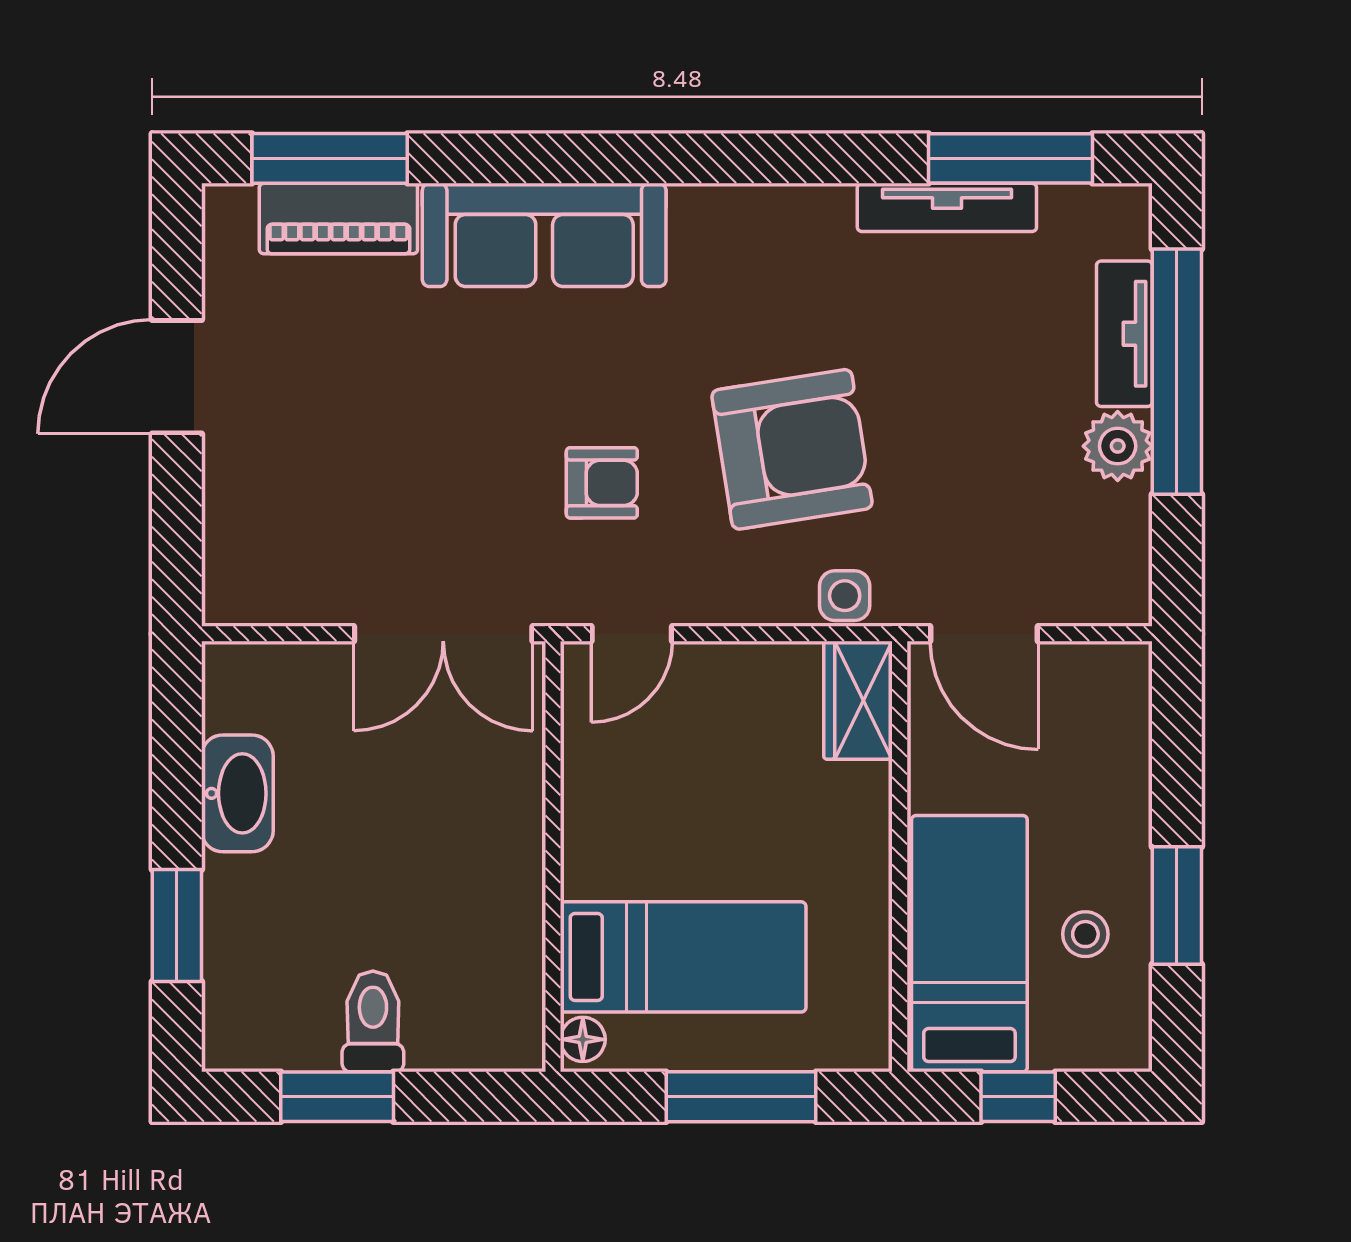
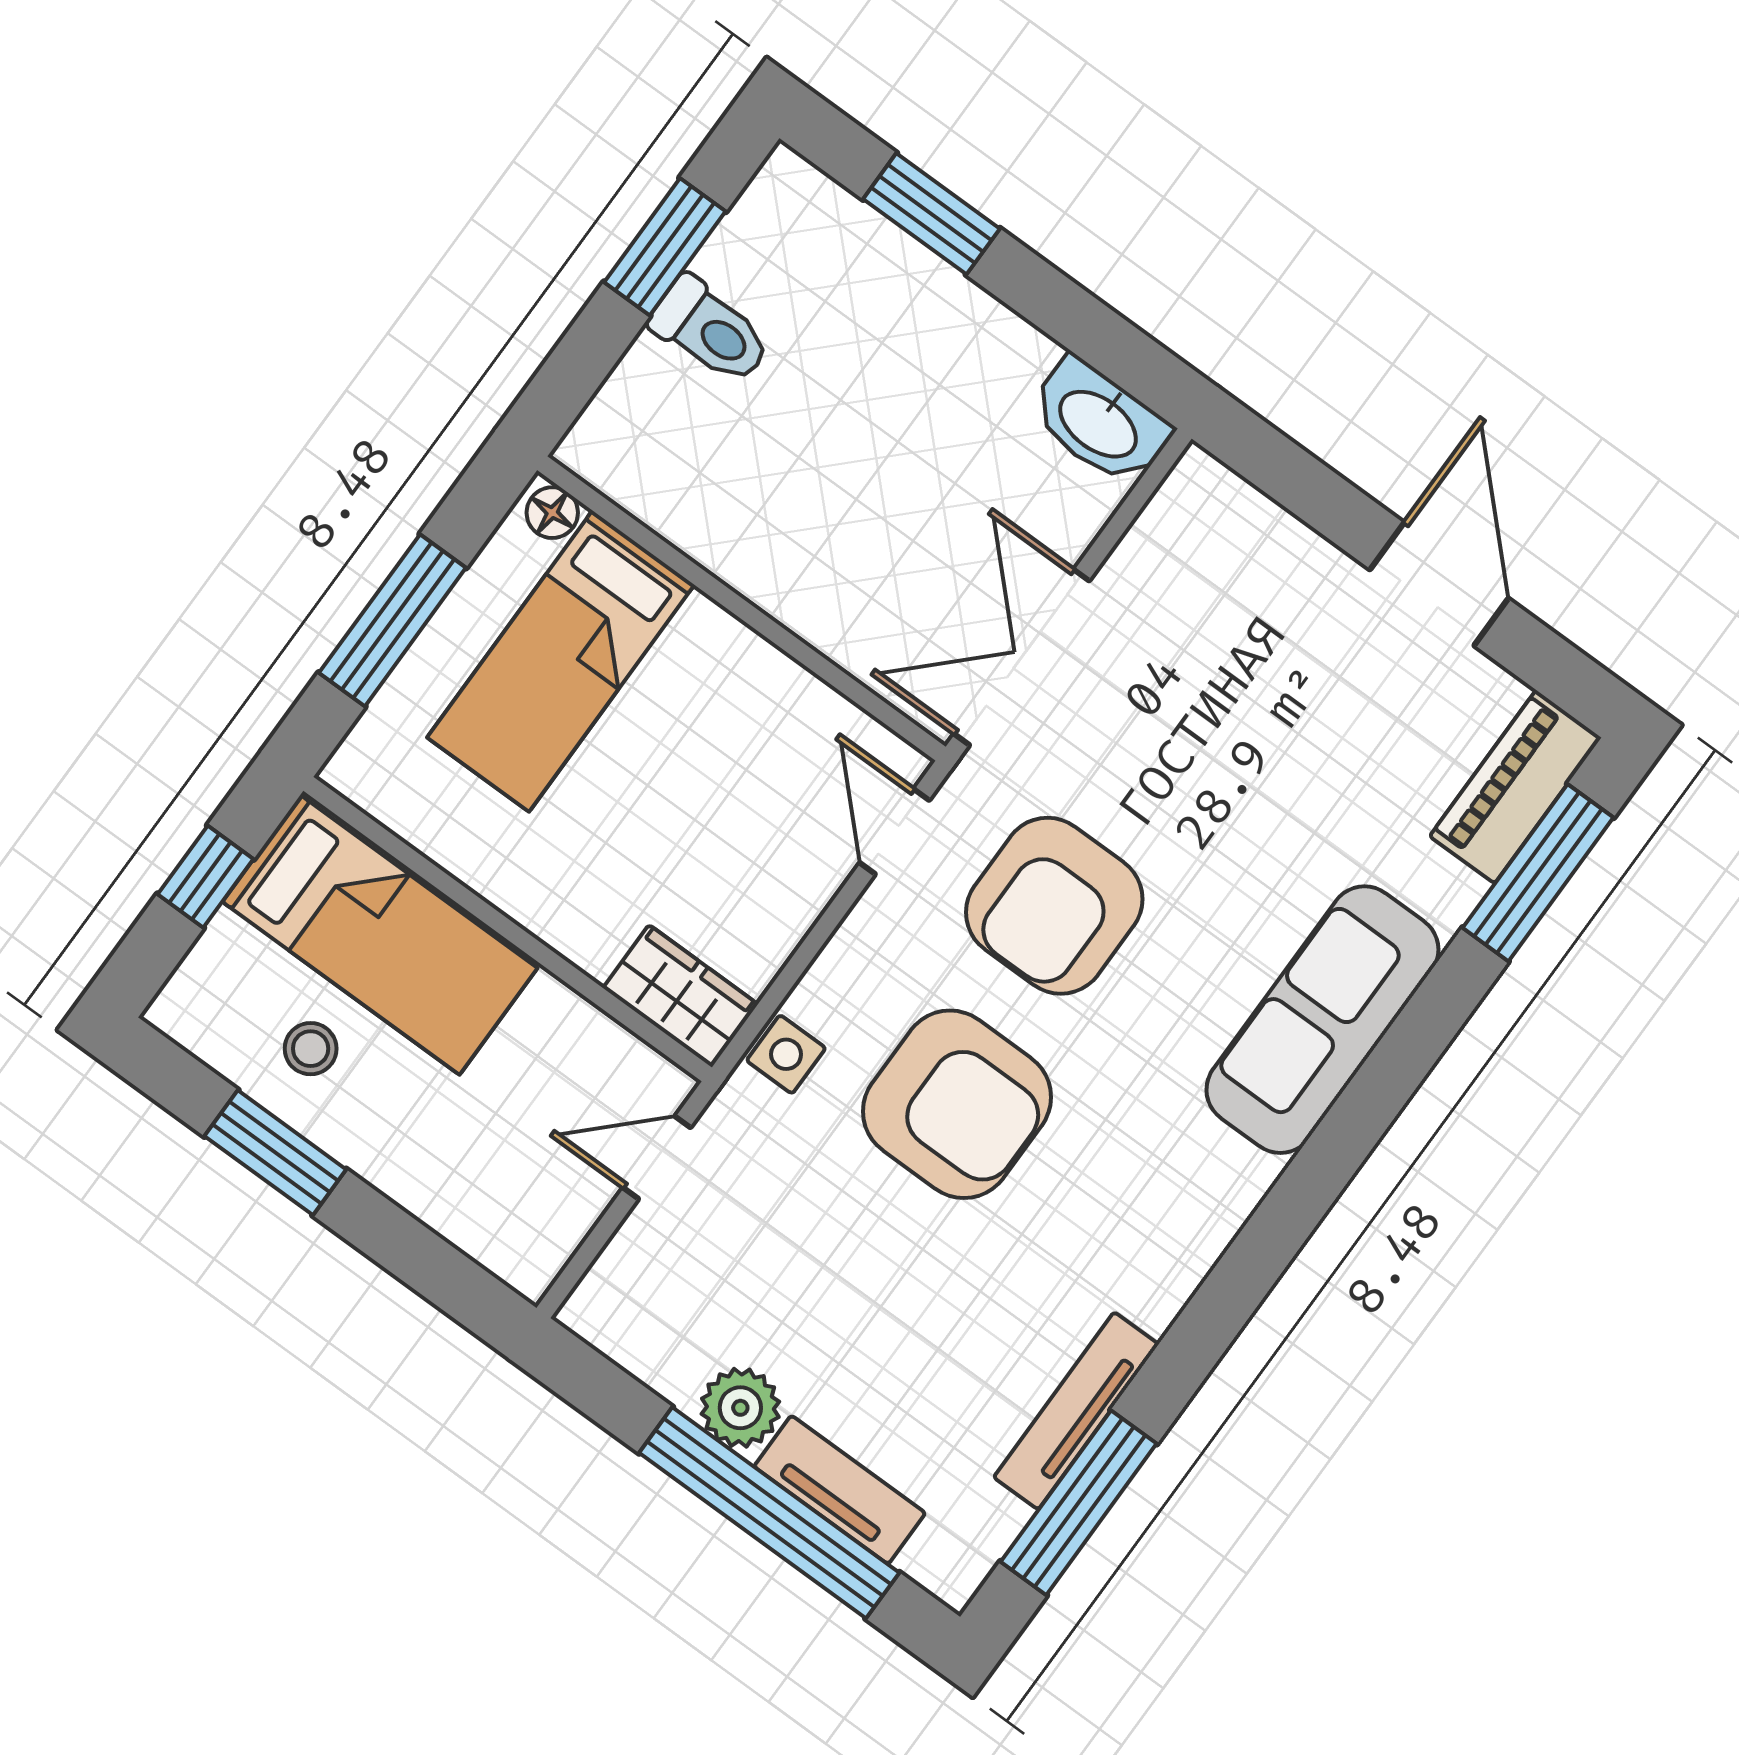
piano: (338, 219) -> (1515, 787), moved
armchair: (792, 449) -> (957, 1104), turned -81
armchair: (602, 483) -> (1054, 906), width x1.88, depth x1.88
door: (984, 634) -> (657, 1157), width x0.73
washbasin: (237, 793) -> (1100, 422), moved

